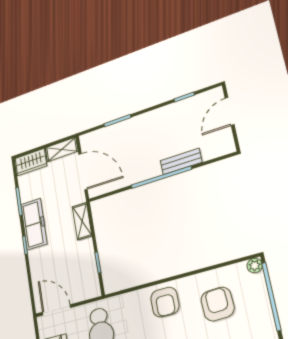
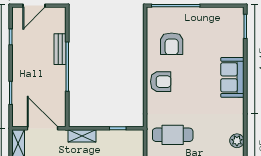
door: (230, 111) -> (34, 6), hinge flipped
door: (83, 172) -> (43, 128), hinge flipped
plant: (255, 266) -> (152, 12), removed
armchair: (218, 304) -> (172, 44), turned -87

